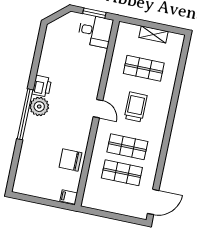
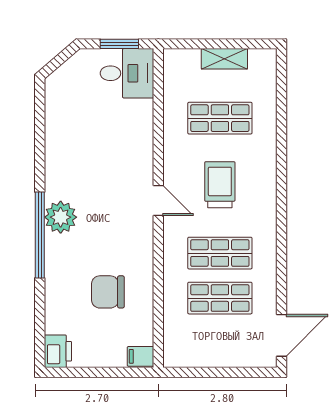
printer: (42, 86) -> (58, 351), moved
chair: (70, 160) -> (108, 292), moved

